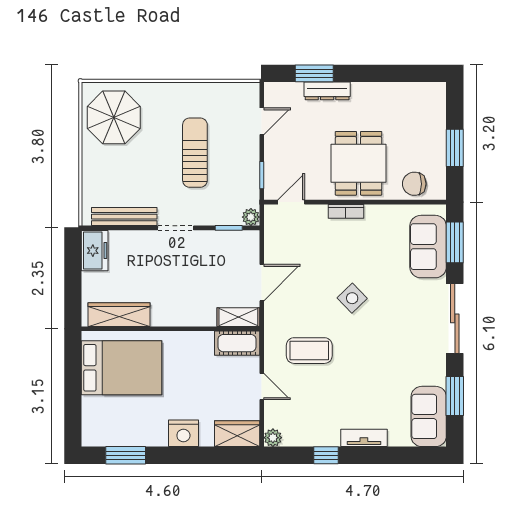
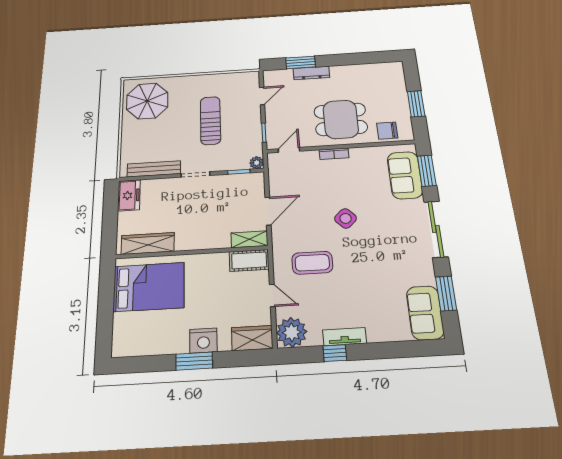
dining table: (359, 163) -> (341, 119), turned 90
plant: (273, 438) -> (292, 332), width x1.87, depth x1.87
tv unit: (364, 438) -> (345, 337), moved
window: (126, 455) -> (194, 361), moved

